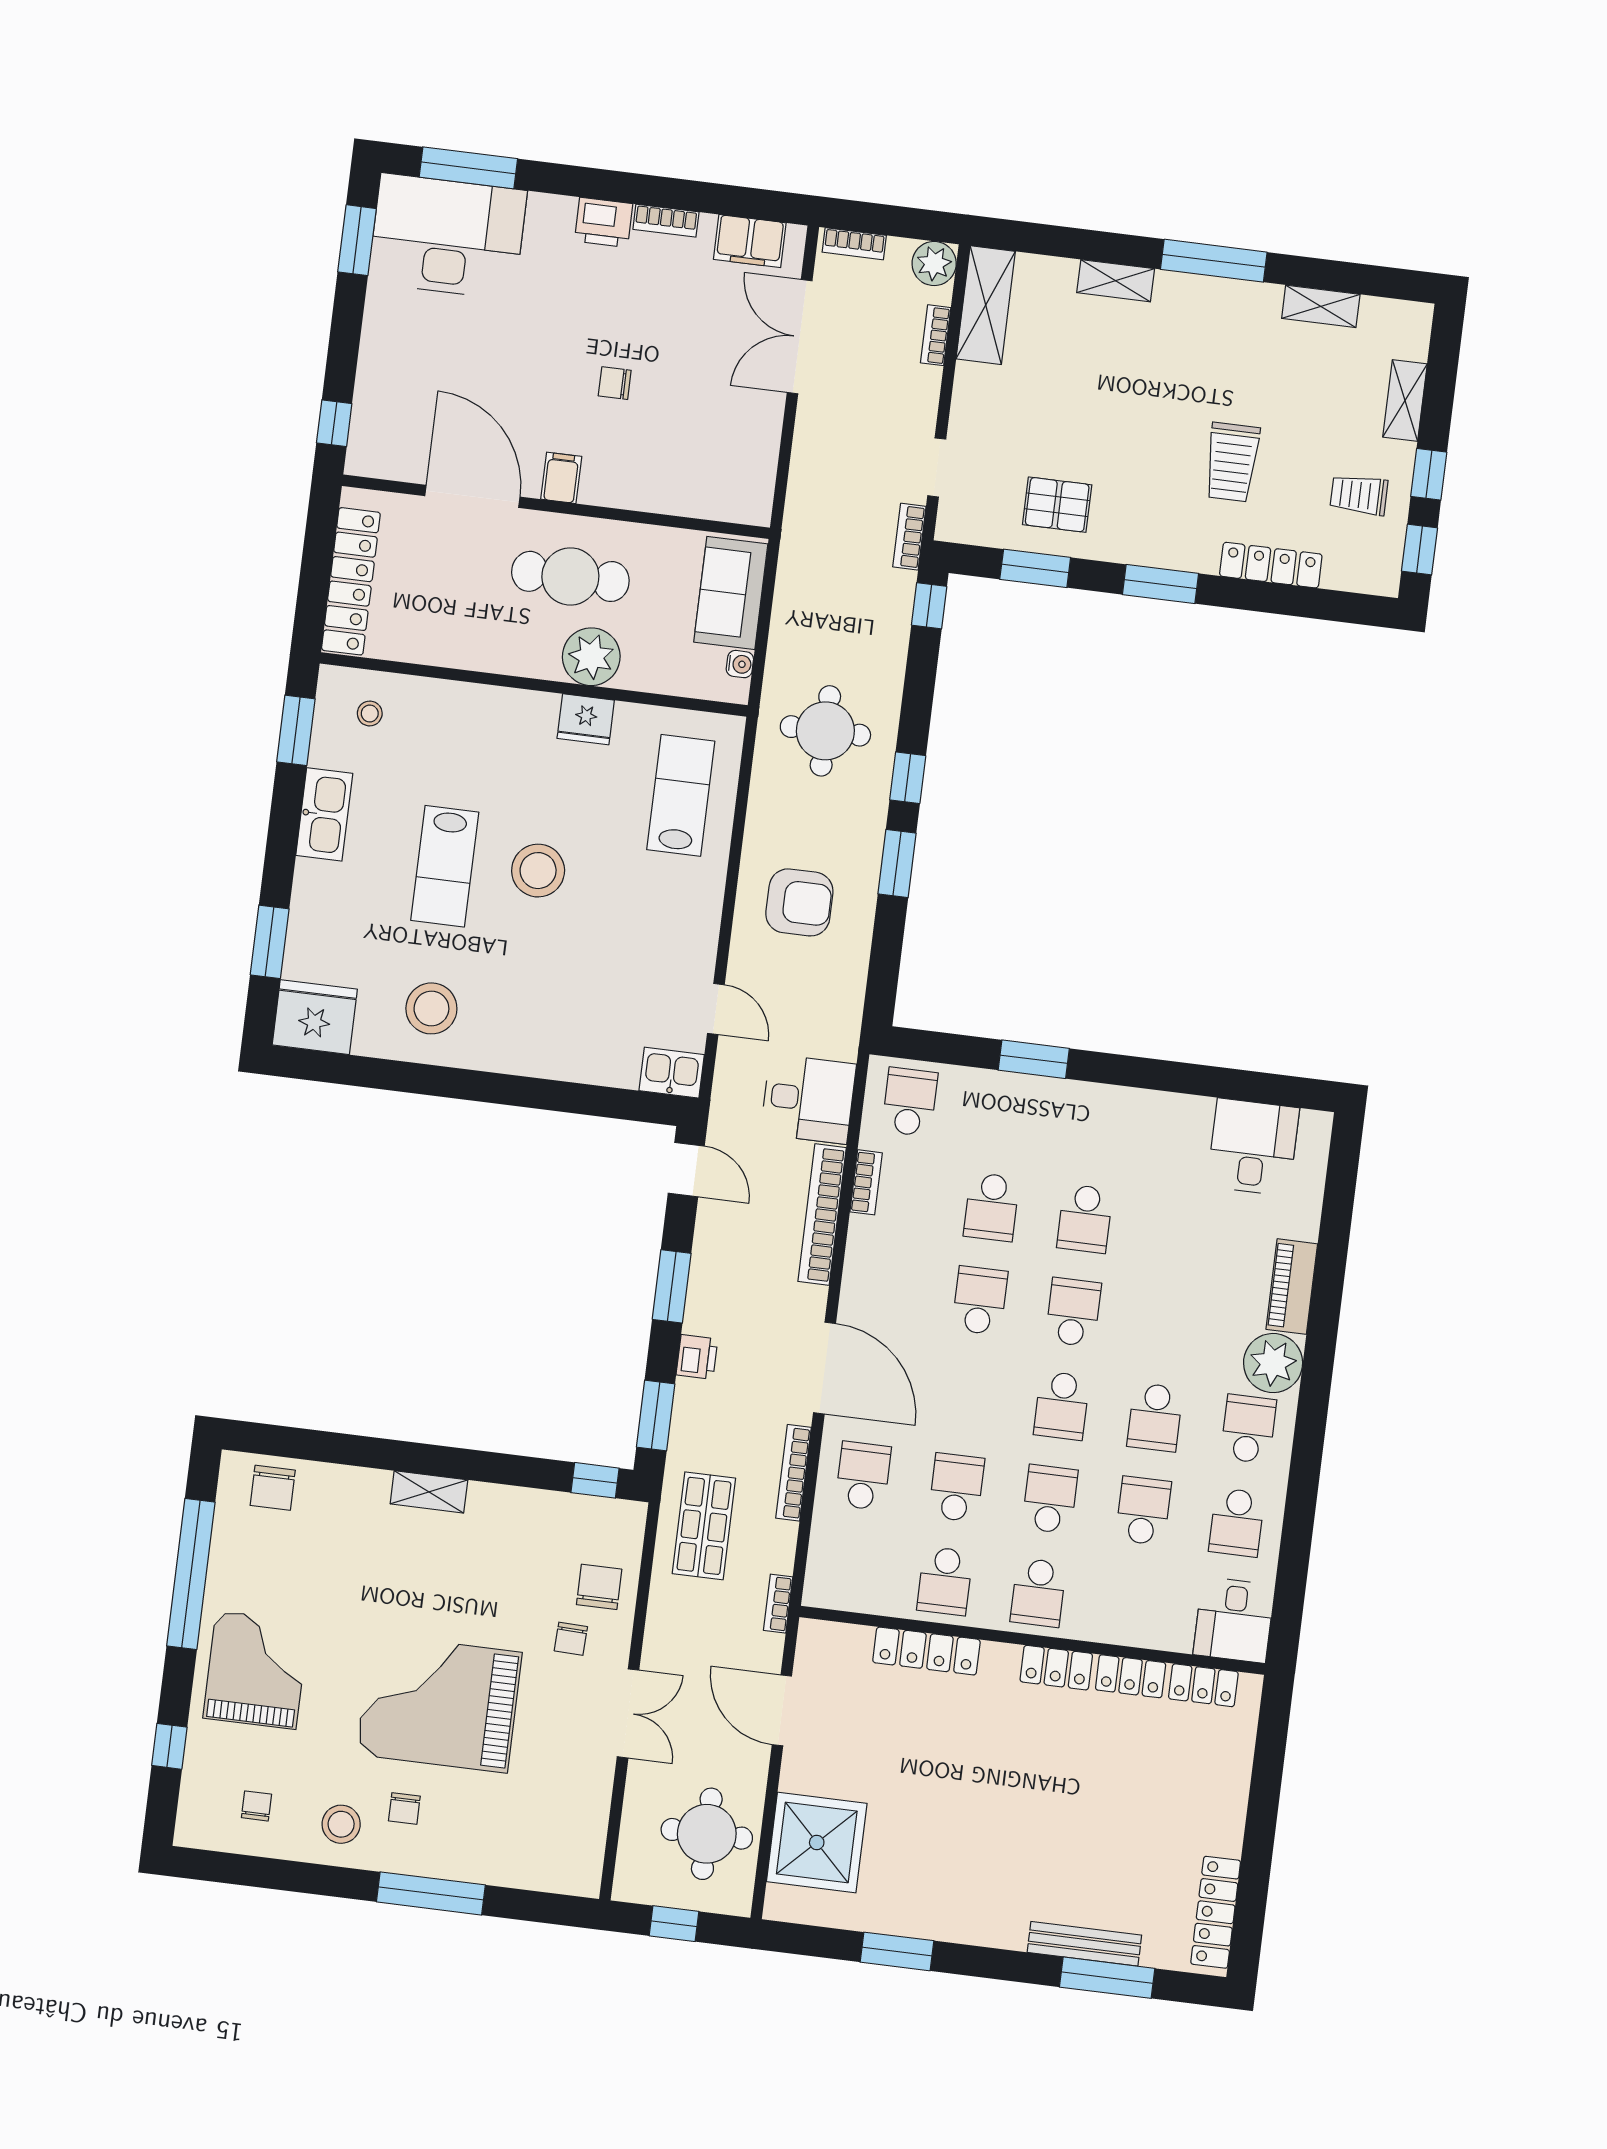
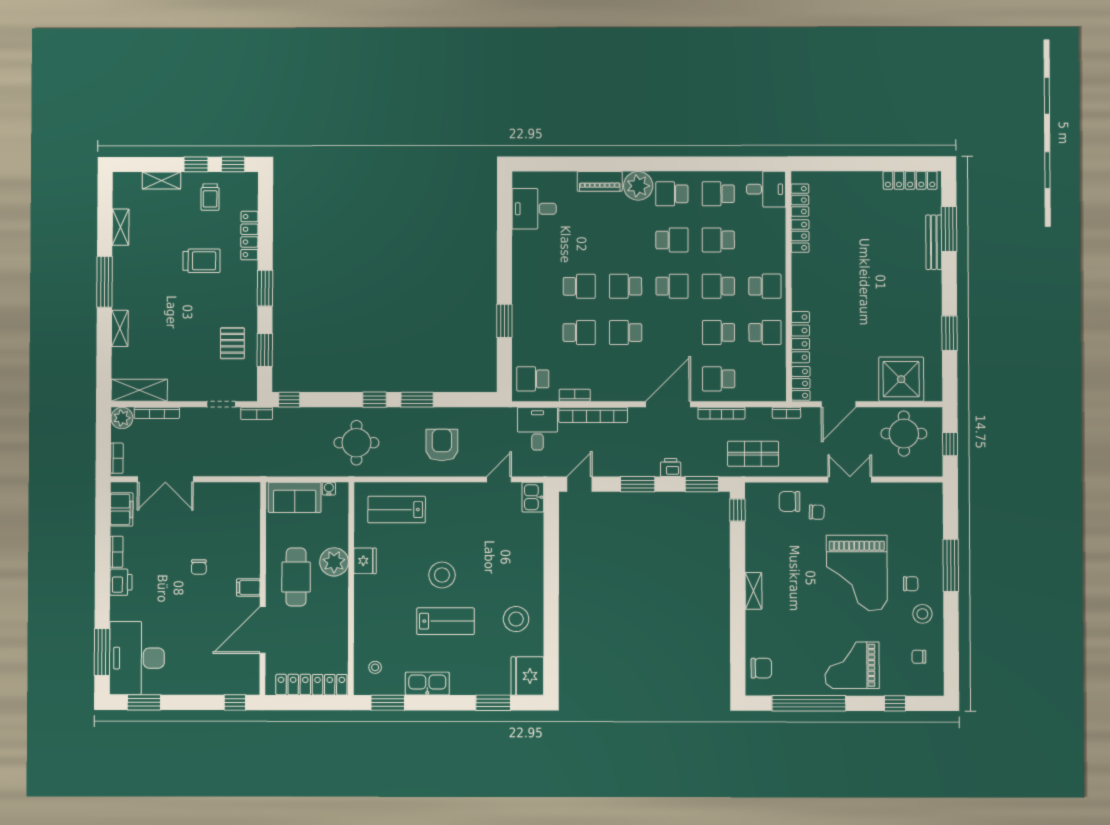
bookcase: (936, 335) -> (157, 413), width x1.56
school desk: (1237, 1522) -> (718, 194), turned 180
locker: (1056, 1668) -> (801, 383), moved

